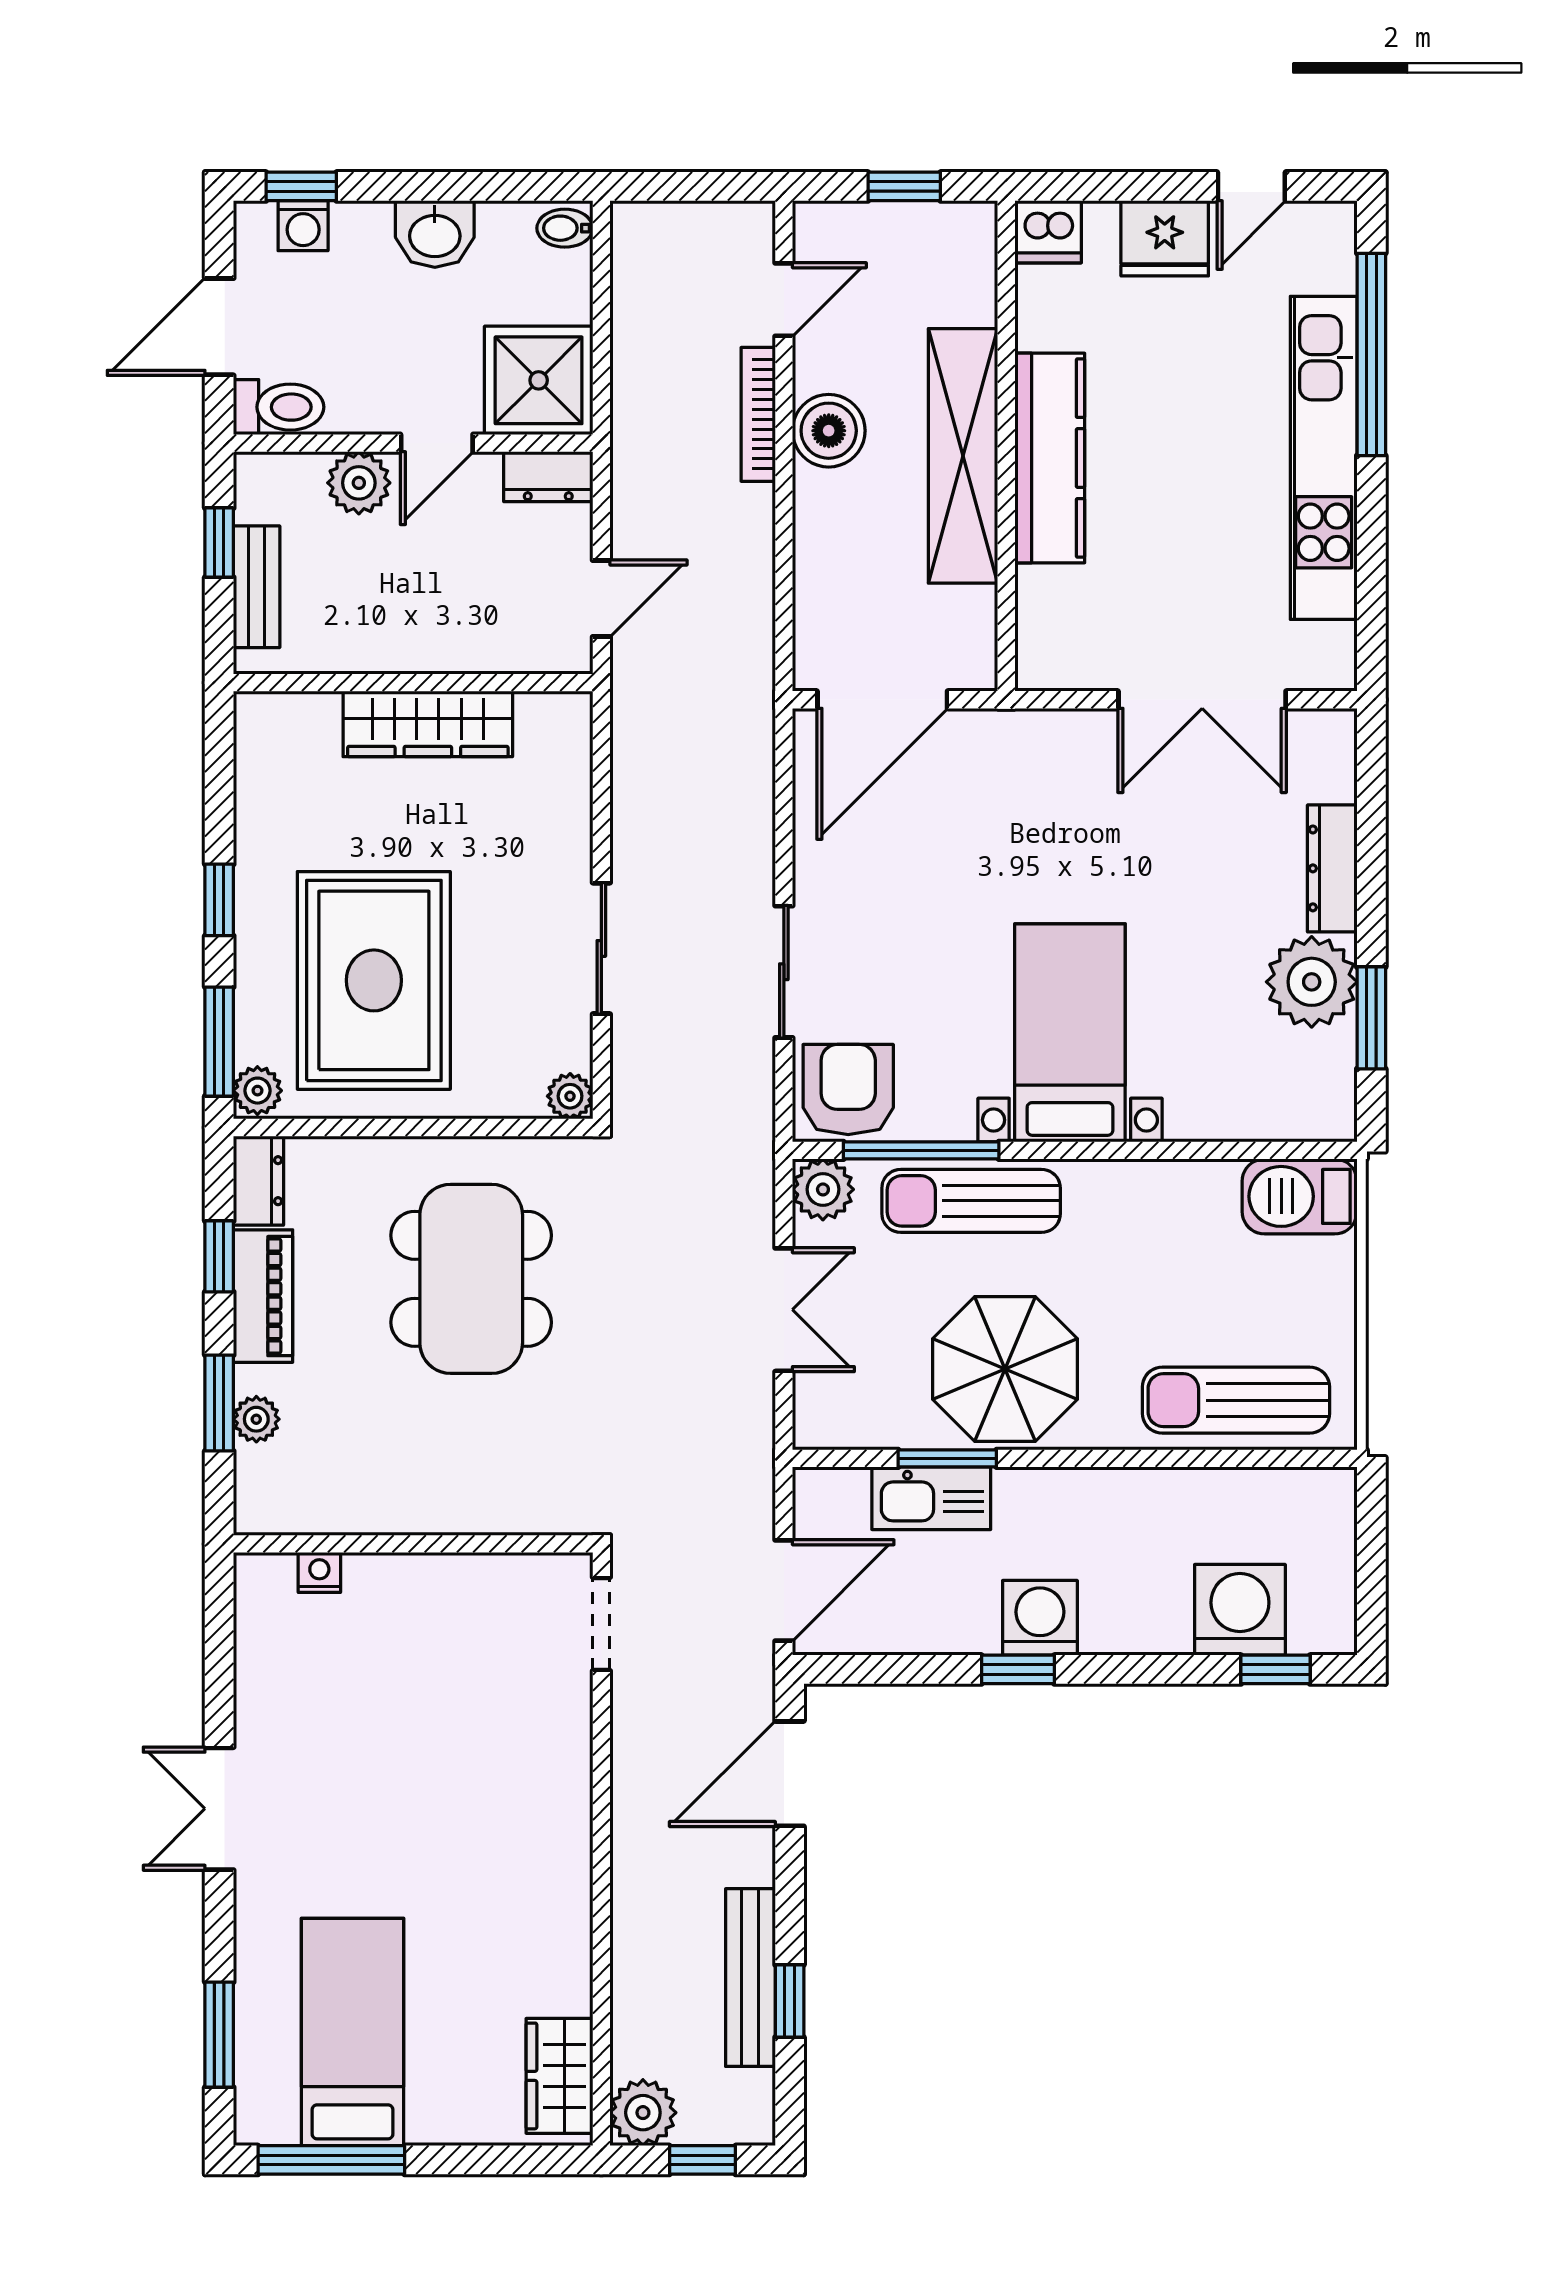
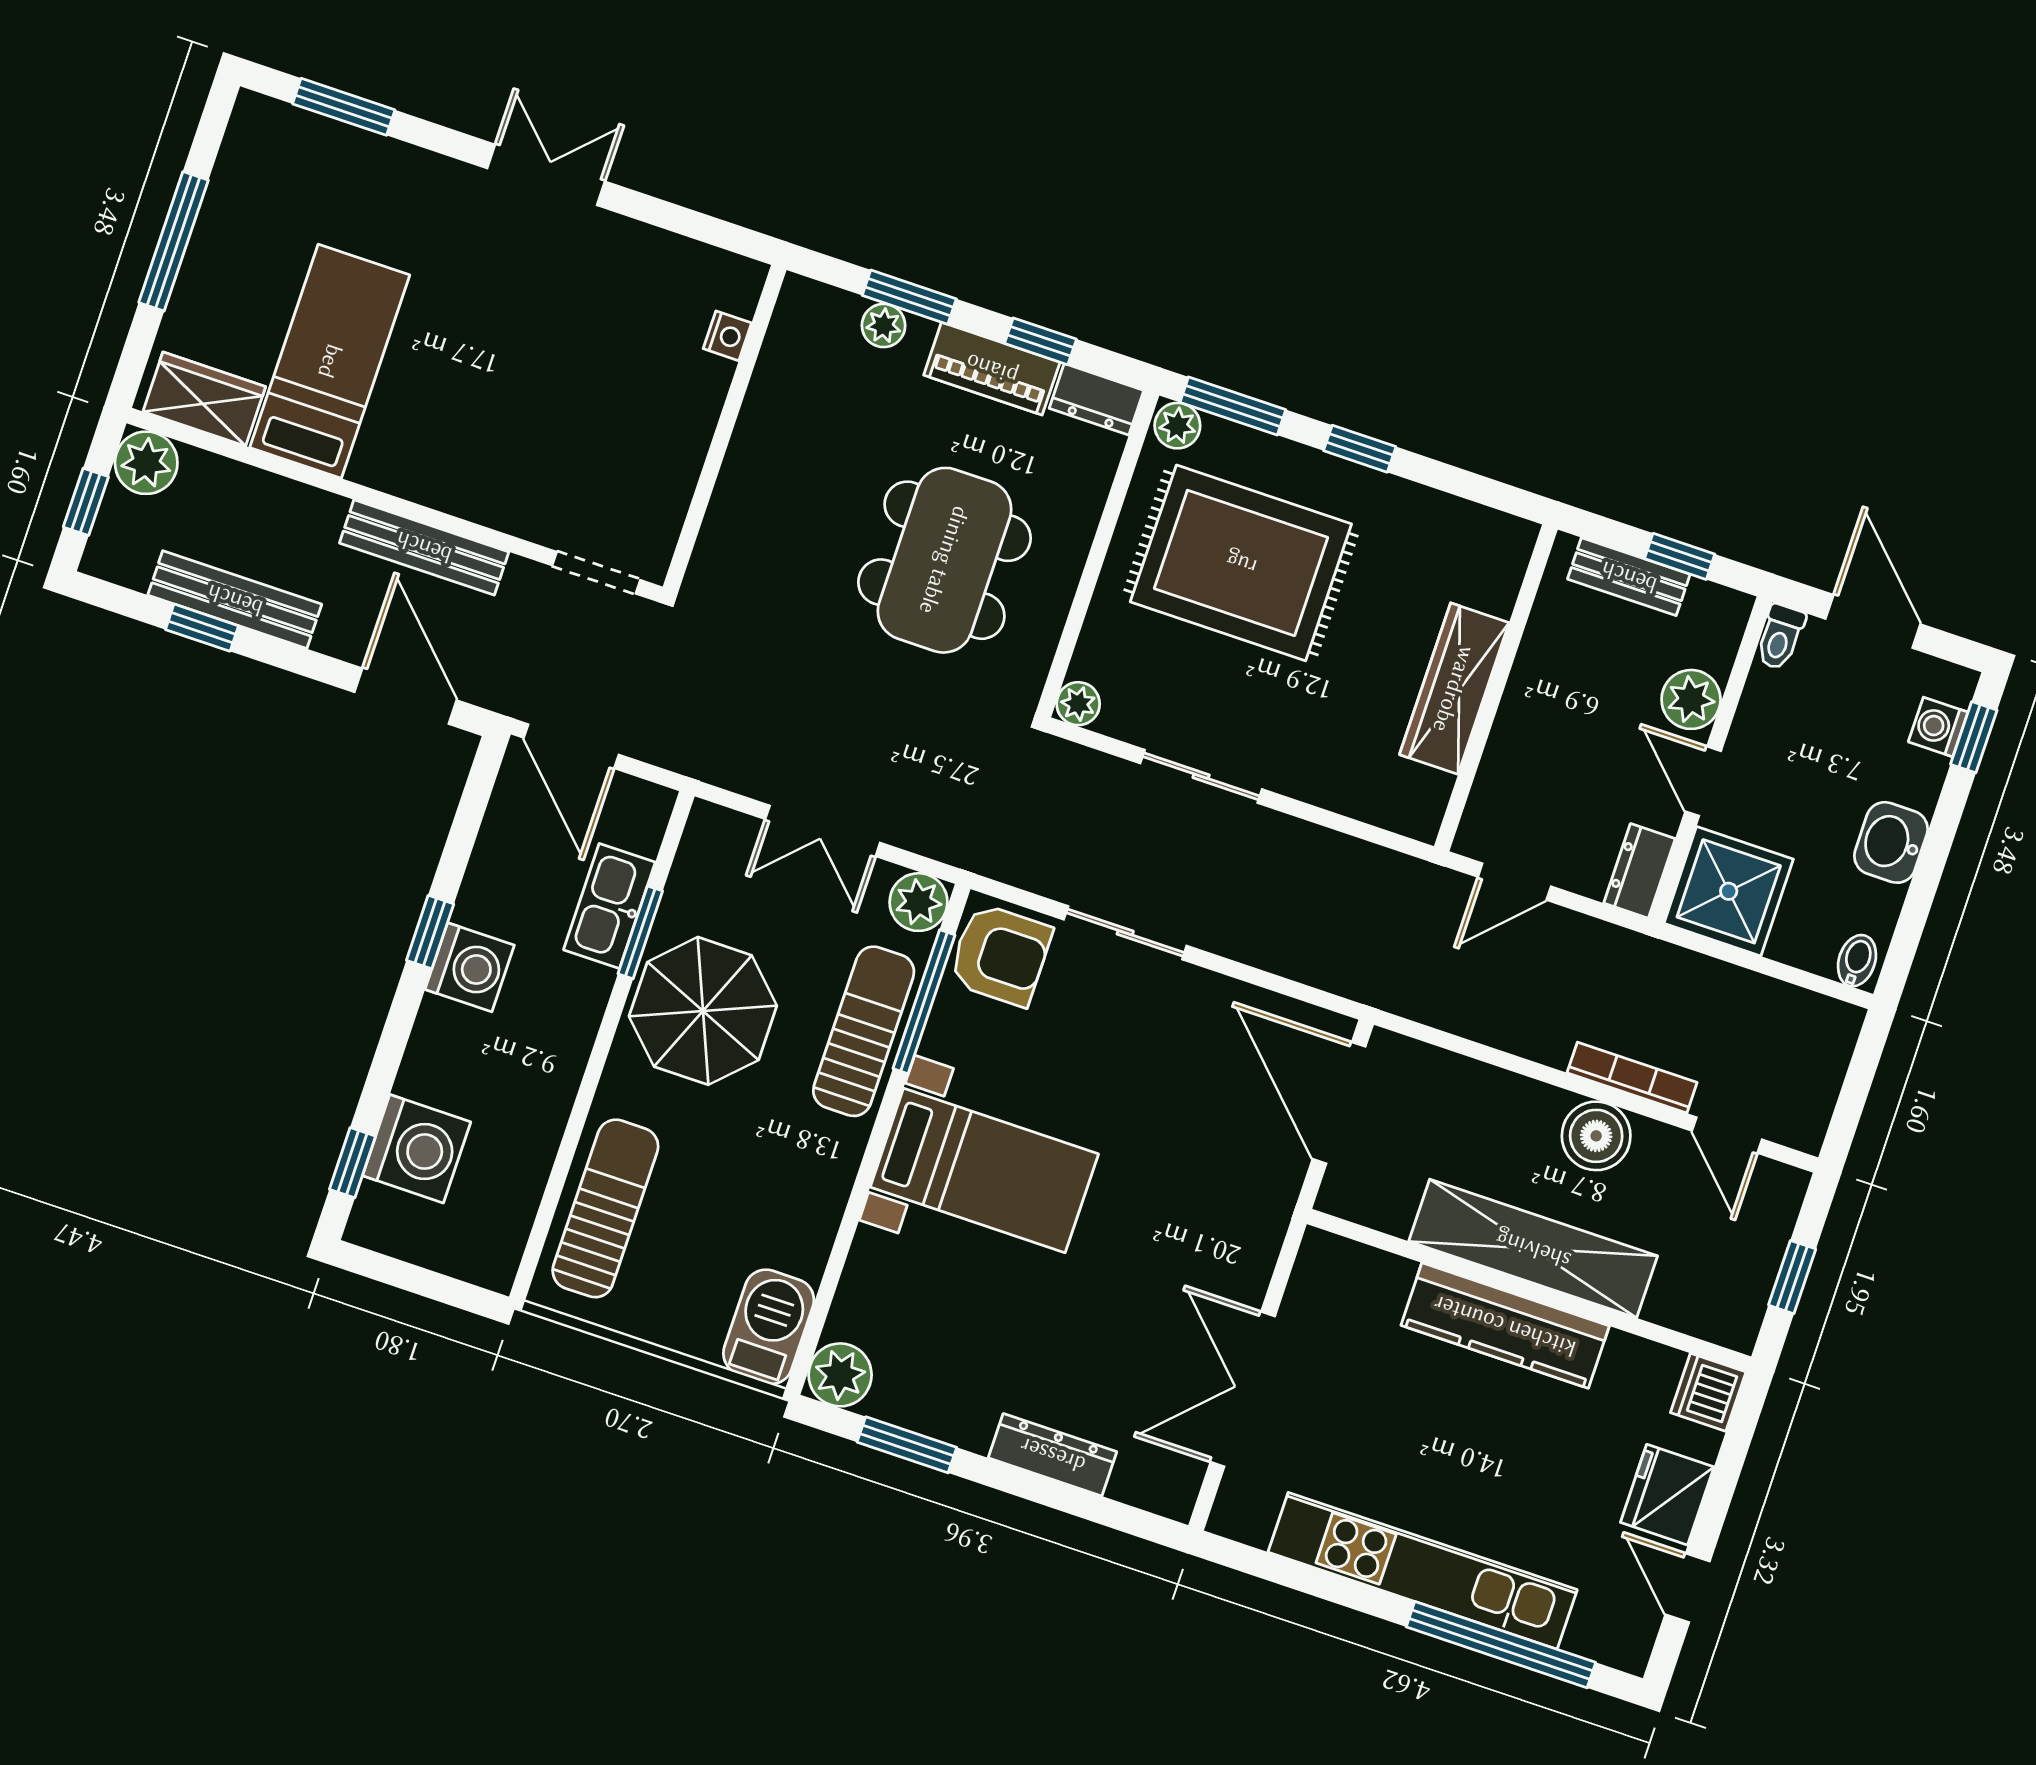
toilet: (279, 407) -> (1780, 637), width x0.73, depth x0.72
door: (601, 599) -> (1514, 882), hinge flipped
plant: (1312, 982) -> (840, 1375), moved, width x0.73, depth x0.73
dining table: (471, 1279) -> (944, 560), turned 90
bench: (634, 1805) -> (424, 547), added
bed: (353, 2032) -> (330, 361), moved, turned -90
window: (331, 2160) -> (174, 241), moved

